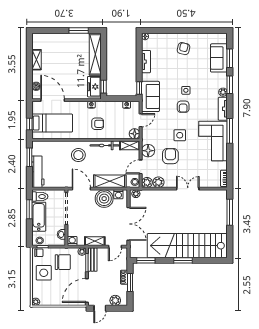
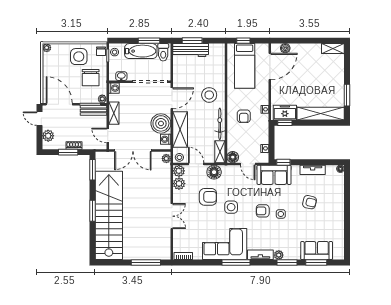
armchair: (184, 49) -> (310, 202), moved
shelving: (36, 60) -> (333, 49), moved
window: (29, 157) -> (192, 41), moved

